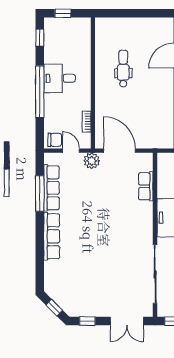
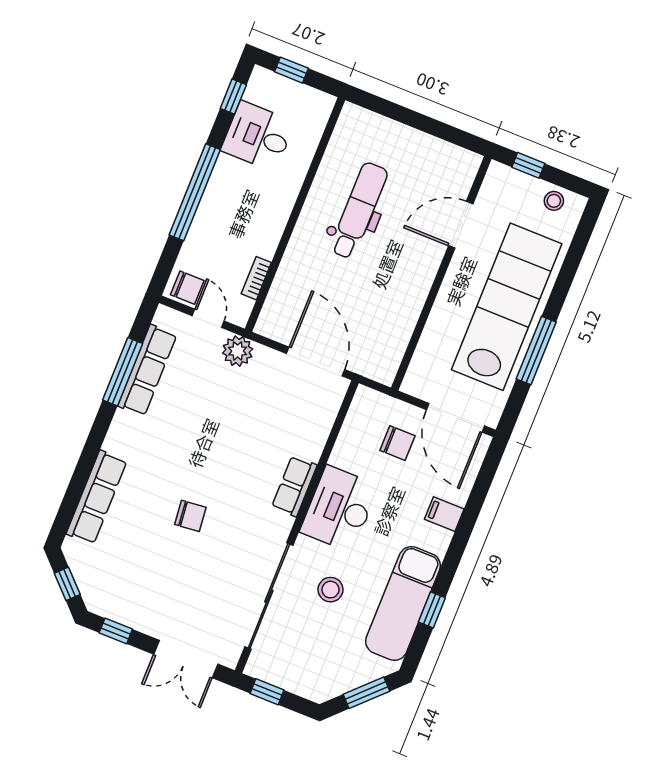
dental chair: (123, 69) -> (359, 211), width x1.36, depth x1.38
desk: (60, 78) -> (258, 136), moved
door: (120, 151) -> (316, 362), moved
row of seats: (146, 186) -> (294, 486), moved
row of seats: (52, 236) -> (97, 497), moved
chair: (101, 250) -> (190, 516), added

